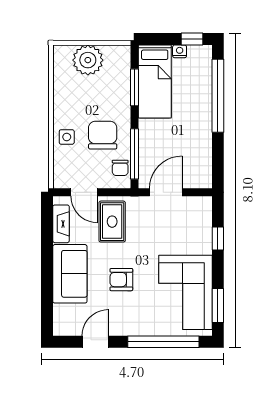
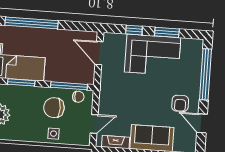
door: (166, 192) -> (99, 53), moved
rug: (112, 222) -> (117, 105), removed
armchair: (121, 280) -> (180, 103), moved
corner sofa: (185, 292) -> (153, 55), moved
window: (218, 306) -> (167, 32), moved

